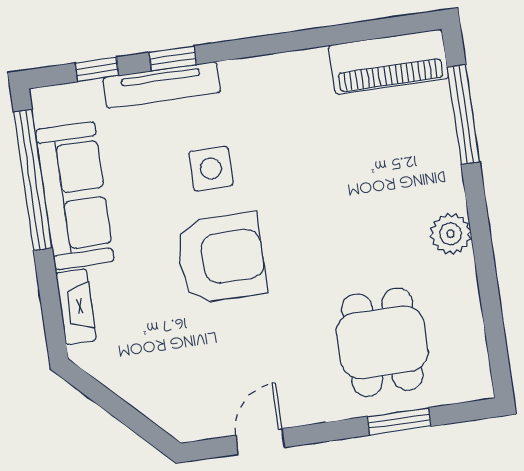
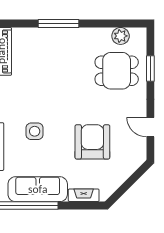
window: (463, 114) -> (58, 24), moved
plant: (451, 234) -> (121, 36), moved
armchair: (221, 258) -> (92, 142), moved

